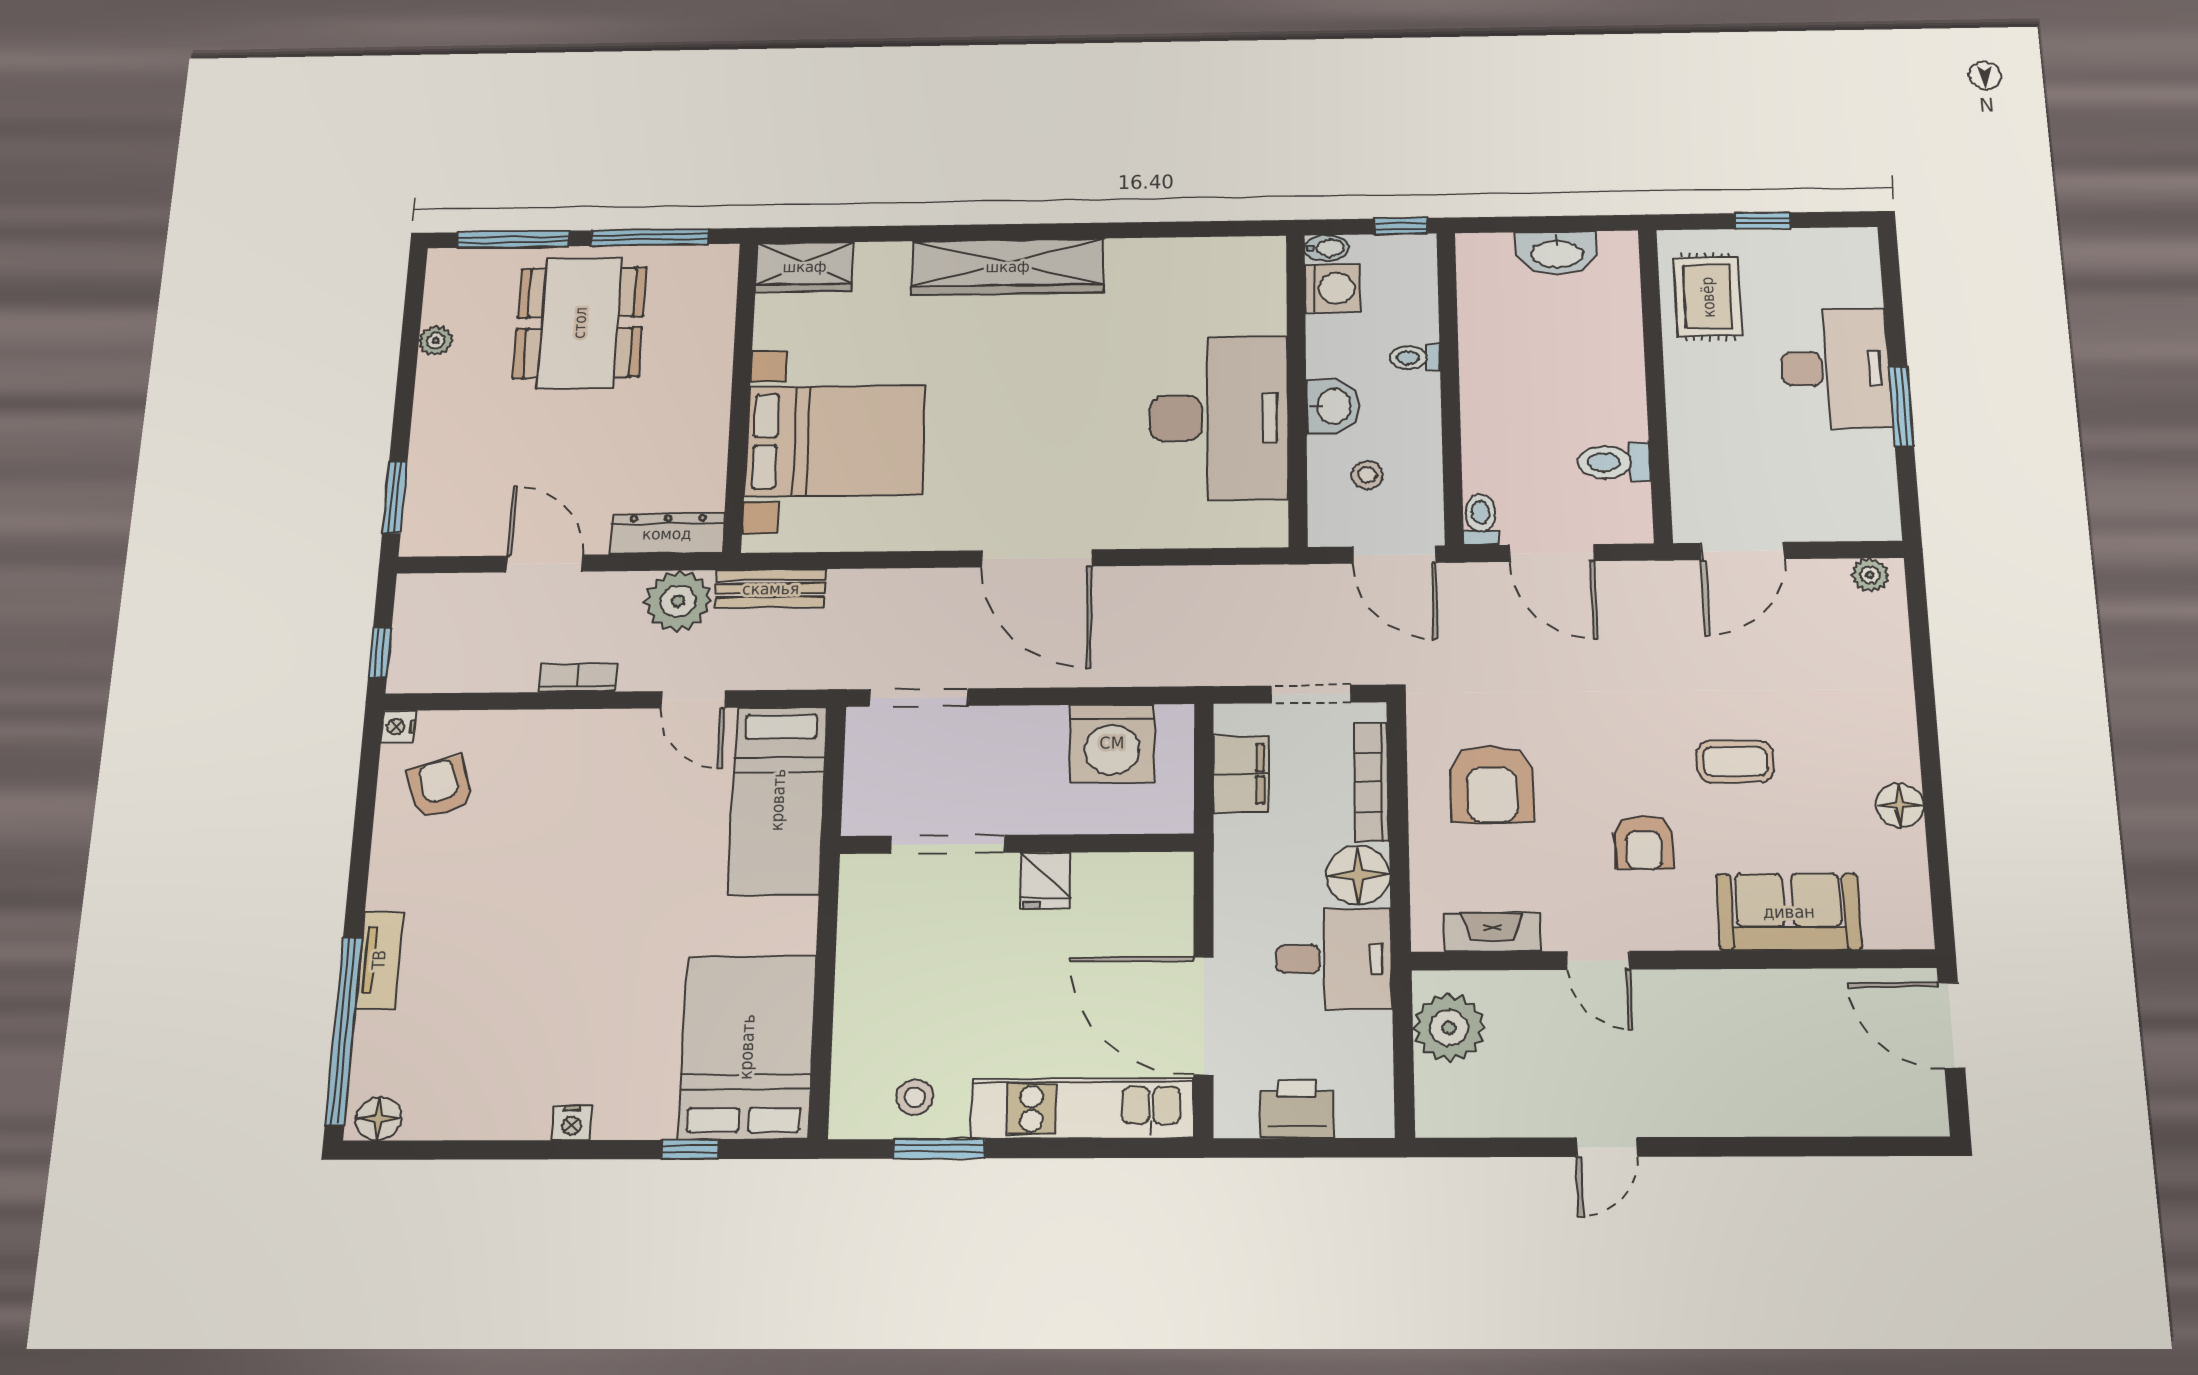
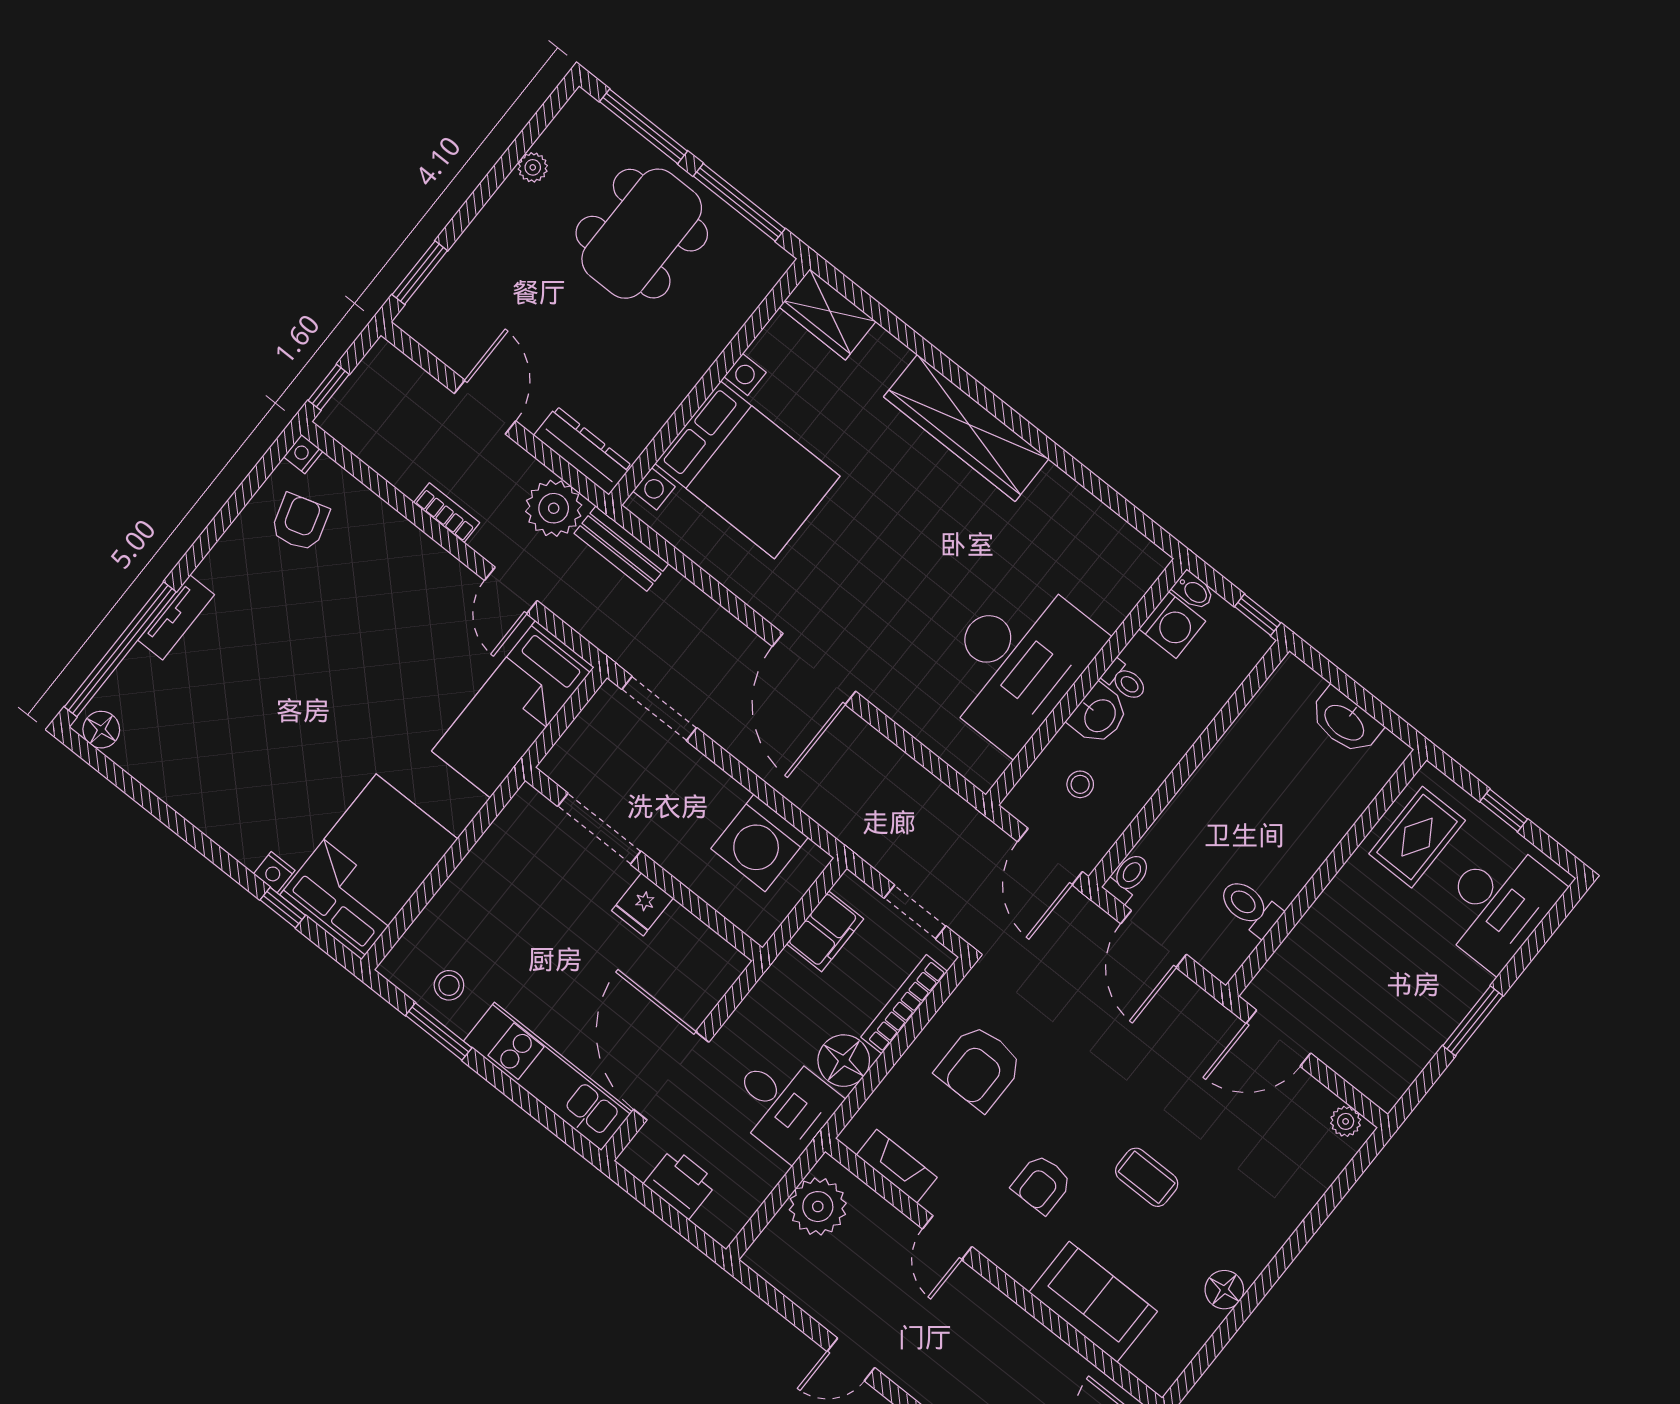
toilet: (1415, 358) -> (1125, 681), moved, turned 180
desk: (1835, 368) -> (1498, 904), moved
nightstand: (572, 1123) -> (274, 872), moved

